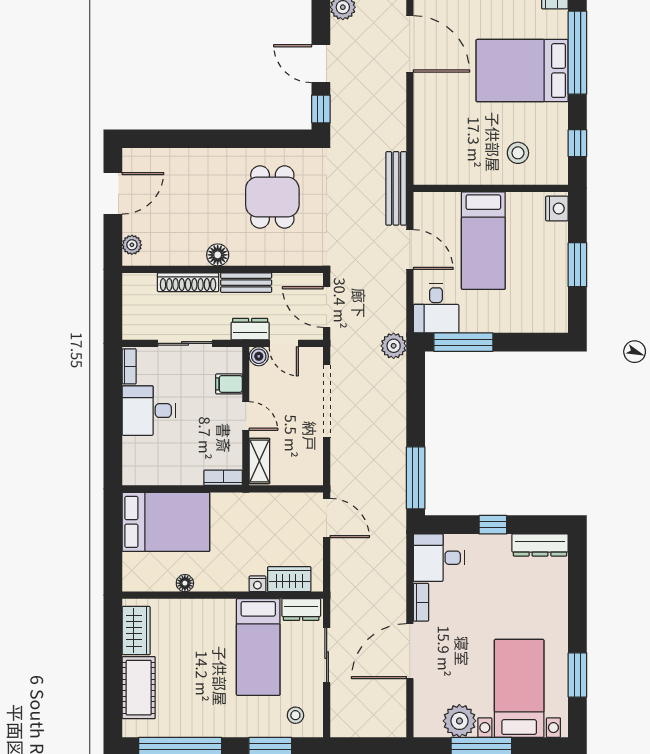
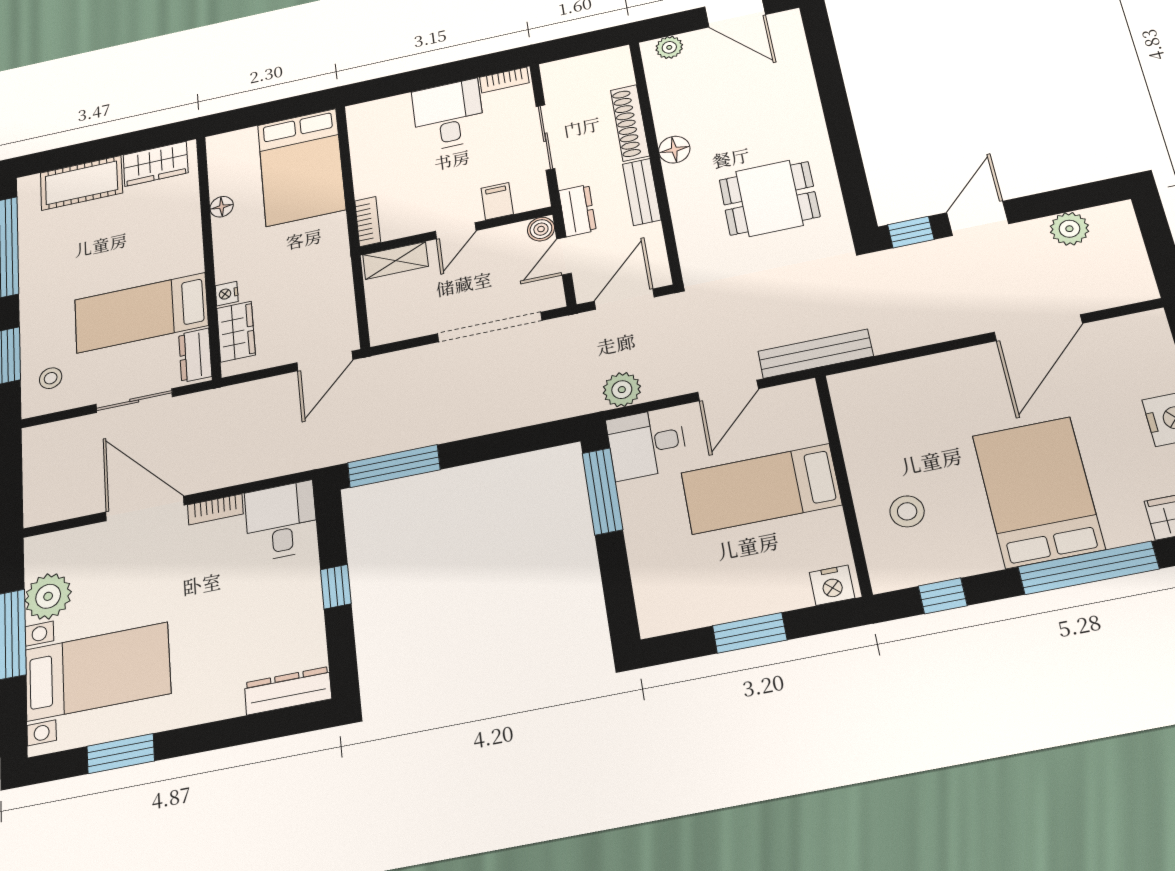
plant: (394, 346) -> (622, 390), moved
dresser: (540, 545) -> (288, 691), moved, turned 90

